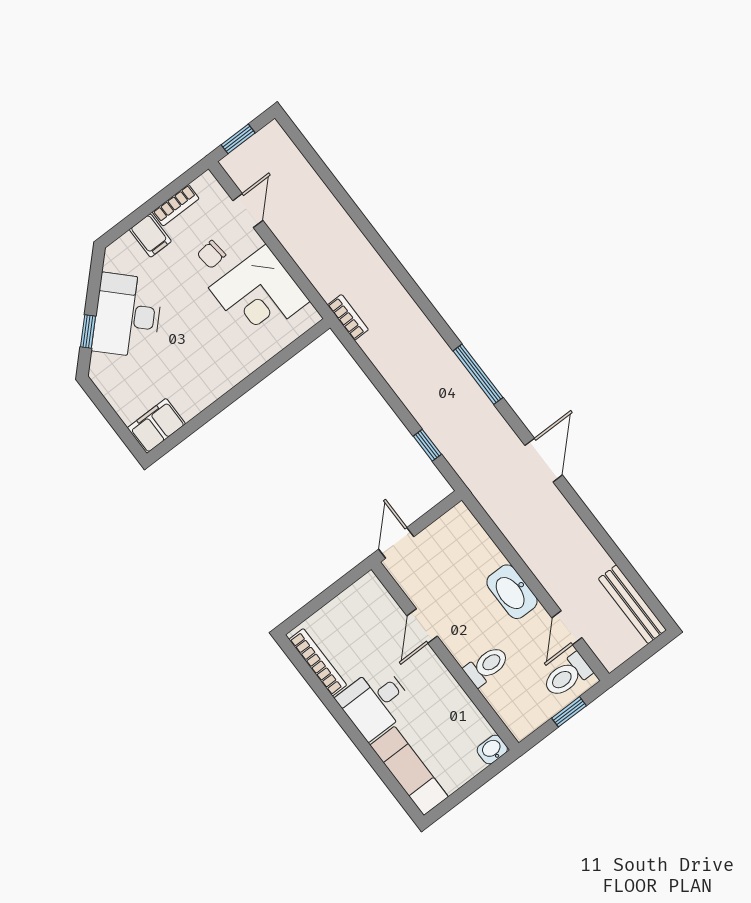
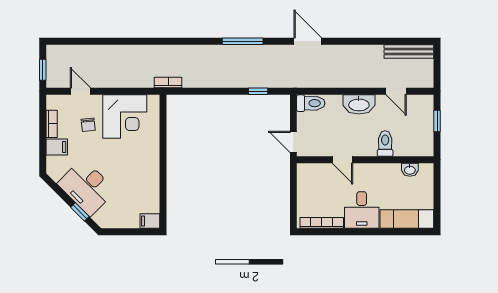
filing cabinet: (156, 426) -> (150, 221), width x0.50
toilet: (567, 676) -> (311, 103), moved, turned -90
washbasin: (492, 750) -> (410, 170), moved, turned -90

